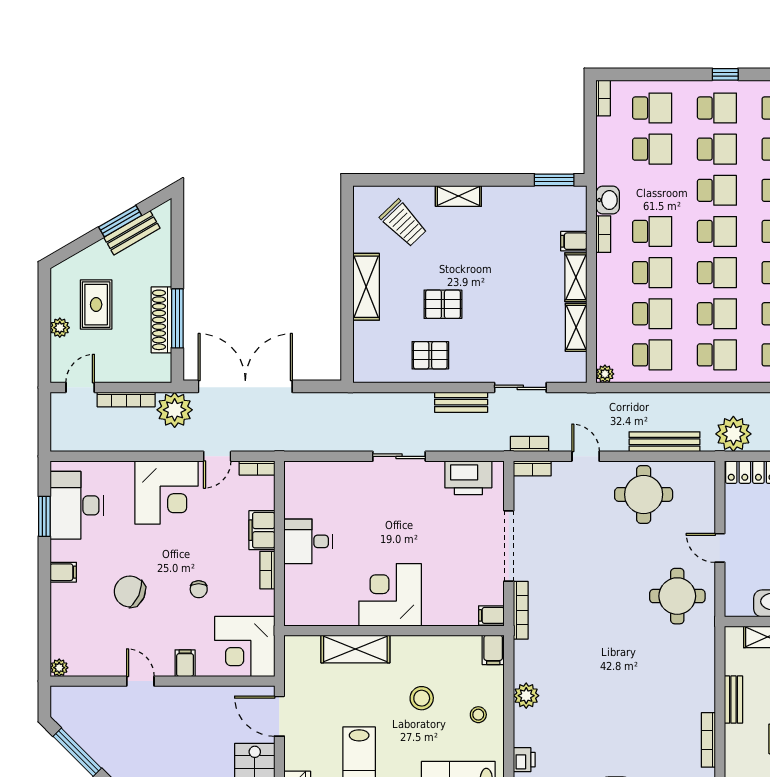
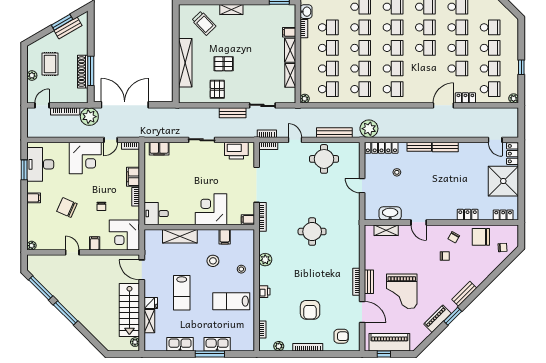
shelving: (366, 287) -> (185, 63), width x1.47
pallet: (430, 355) -> (217, 89), turned 90
filing cabinet: (314, 474) -> (159, 149), added
desk: (308, 541) -> (156, 214), moved
corner desk: (390, 595) -> (211, 209), moved
round table: (677, 596) -> (312, 232), moved
filing cabinet: (493, 650) -> (225, 237), moved
bench: (733, 700) -> (369, 282), moved

